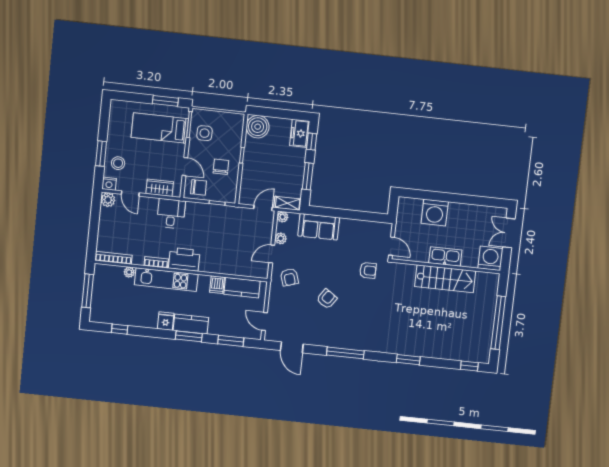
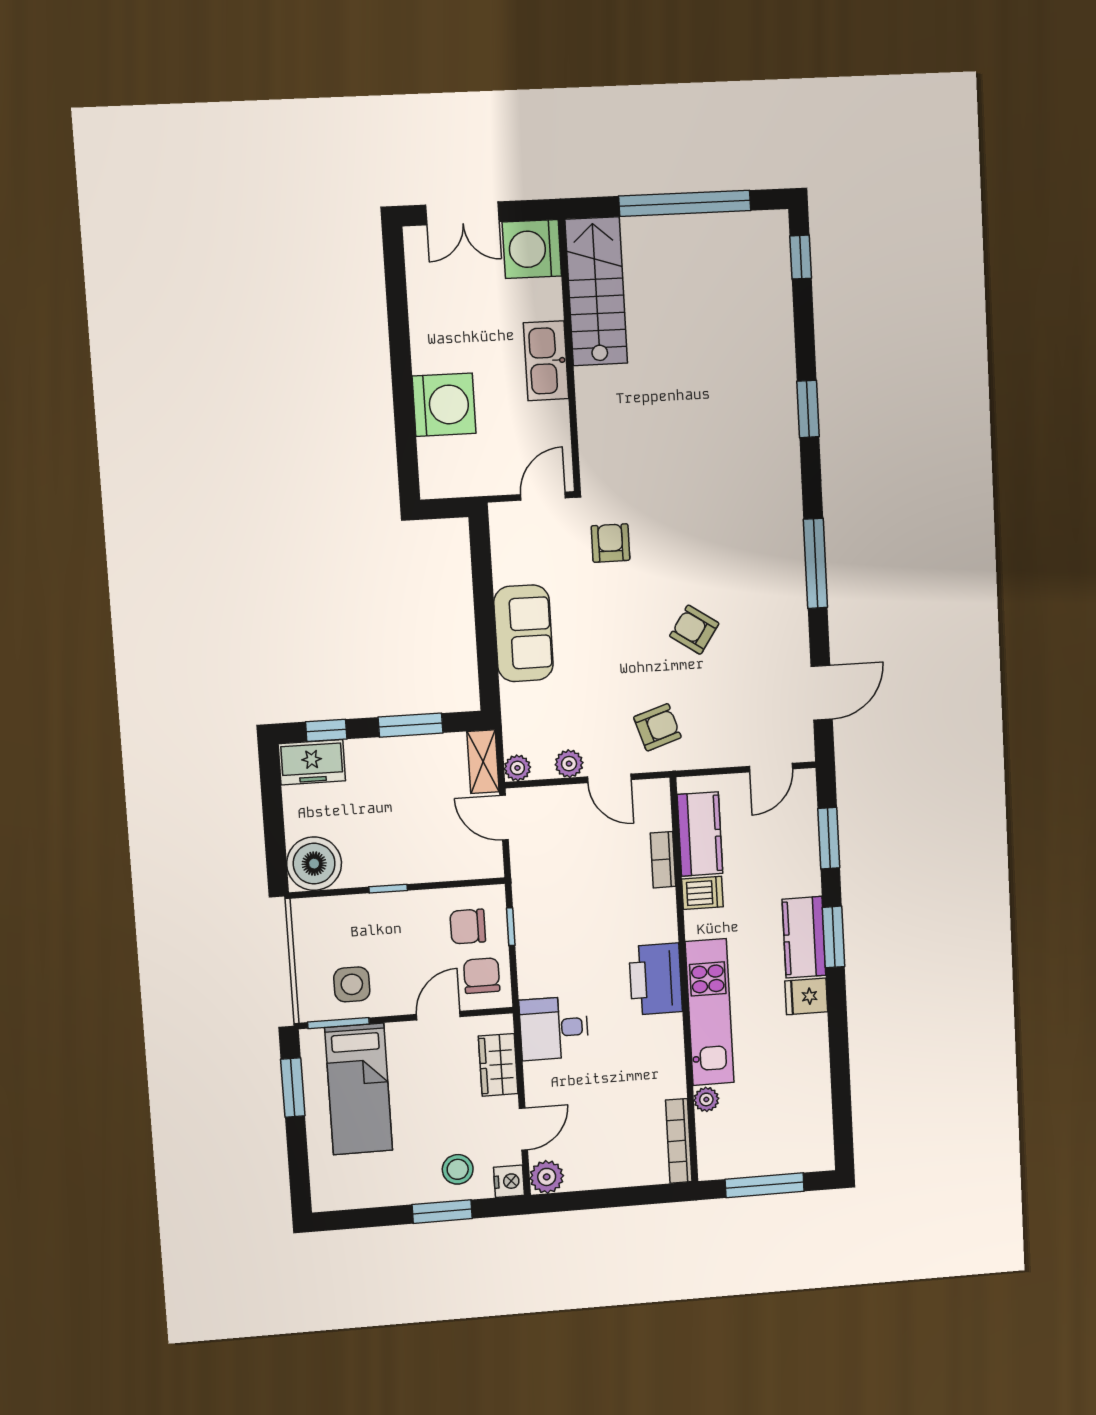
chair: (221, 167) -> (468, 927), moved
sofa: (319, 227) -> (523, 633), moved
bookcase: (156, 262) -> (663, 860), moved
stairs: (445, 279) -> (596, 291), moved
window: (120, 329) -> (841, 1098), removed

